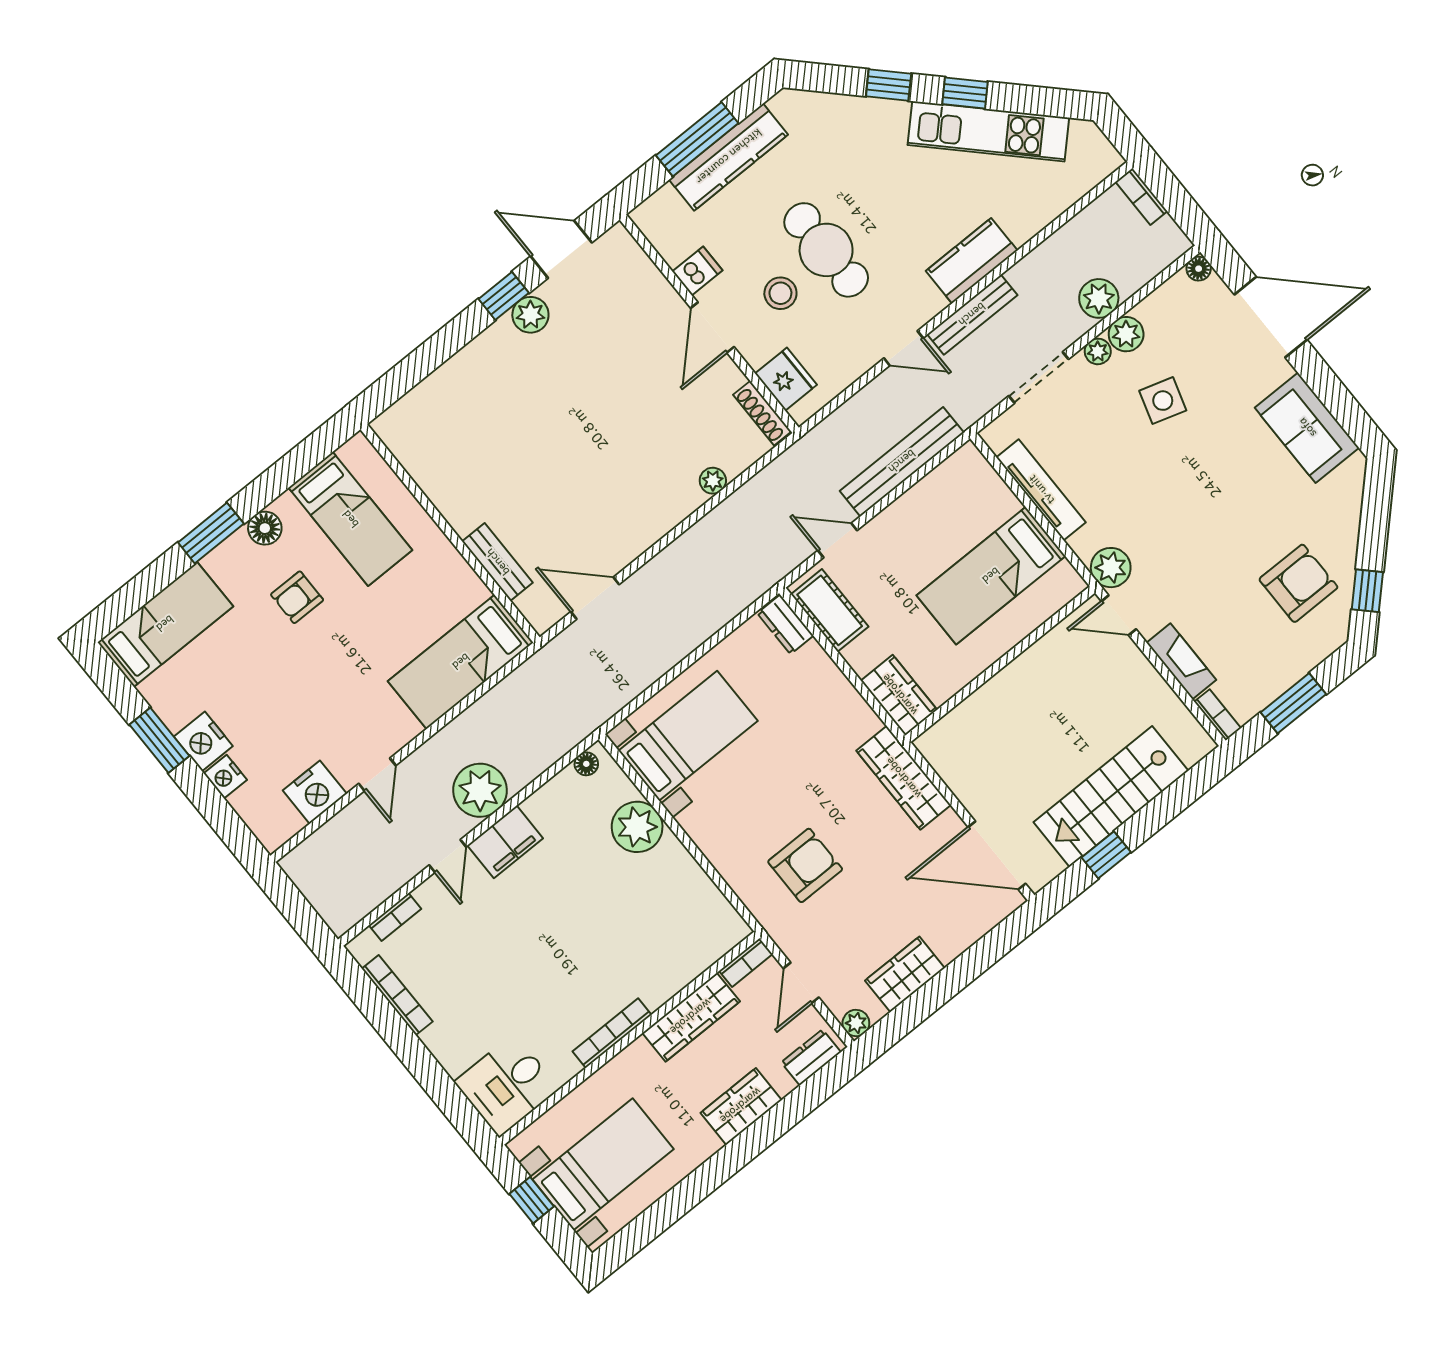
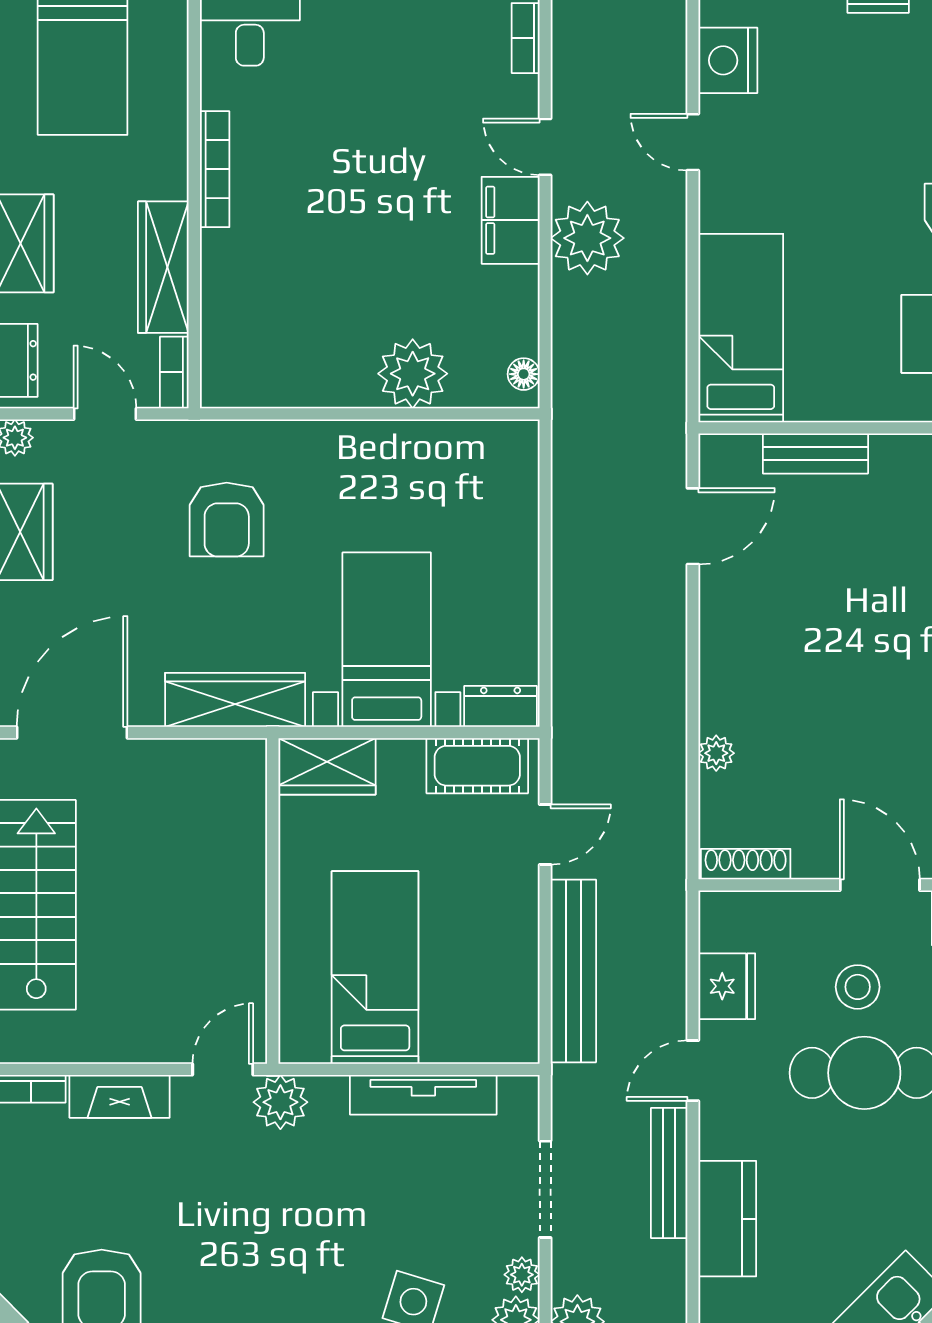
fridge: (786, 379) -> (727, 986), moved, turned -90
bed with nightstands: (688, 736) -> (387, 640), moved, turned 180

